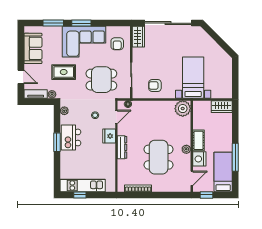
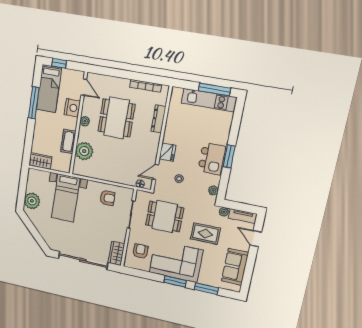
plant: (225, 68) -> (32, 201), added
plant: (183, 109) -> (84, 151), moved
cot: (198, 140) -> (68, 142), moved
dresser: (122, 147) -> (158, 119), moved
door: (192, 178) -> (84, 87), swing flipped
window: (80, 195) -> (215, 89), width x2.17
window: (206, 195) -> (59, 63), moved

